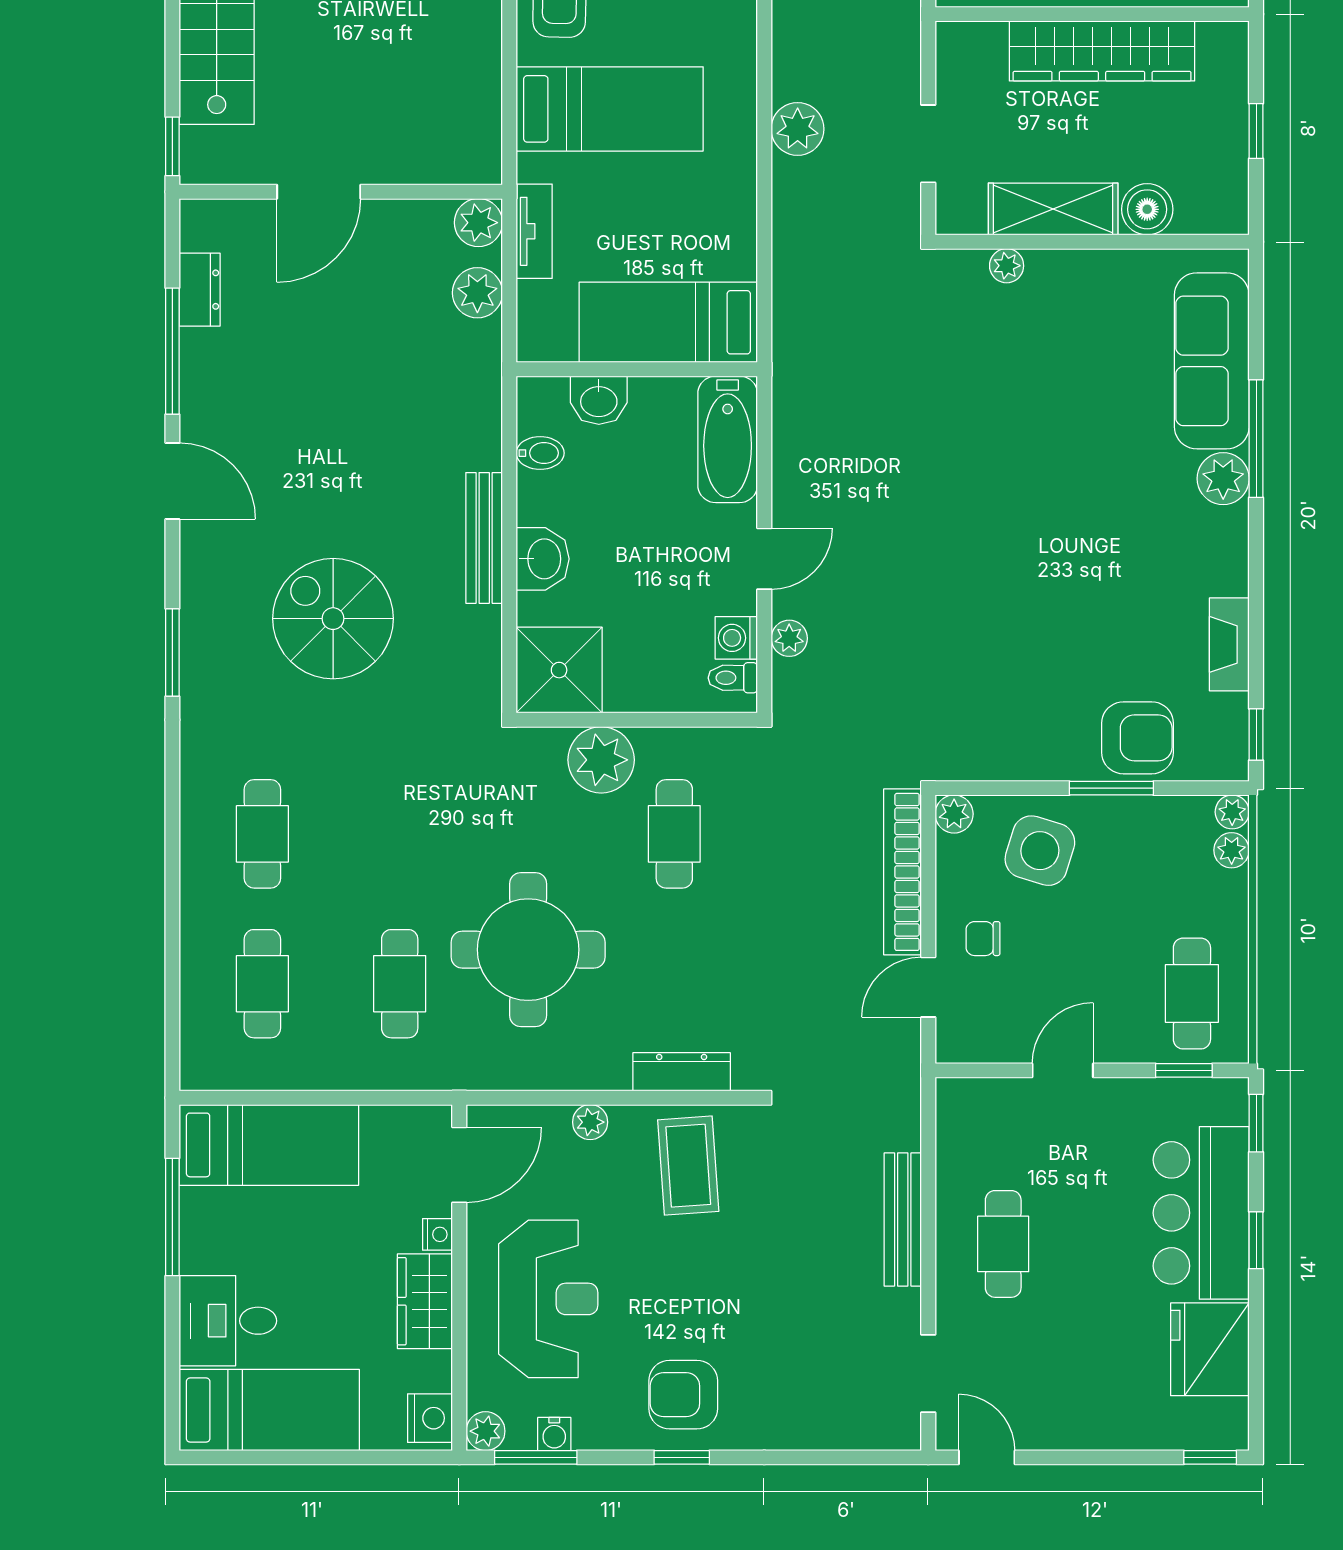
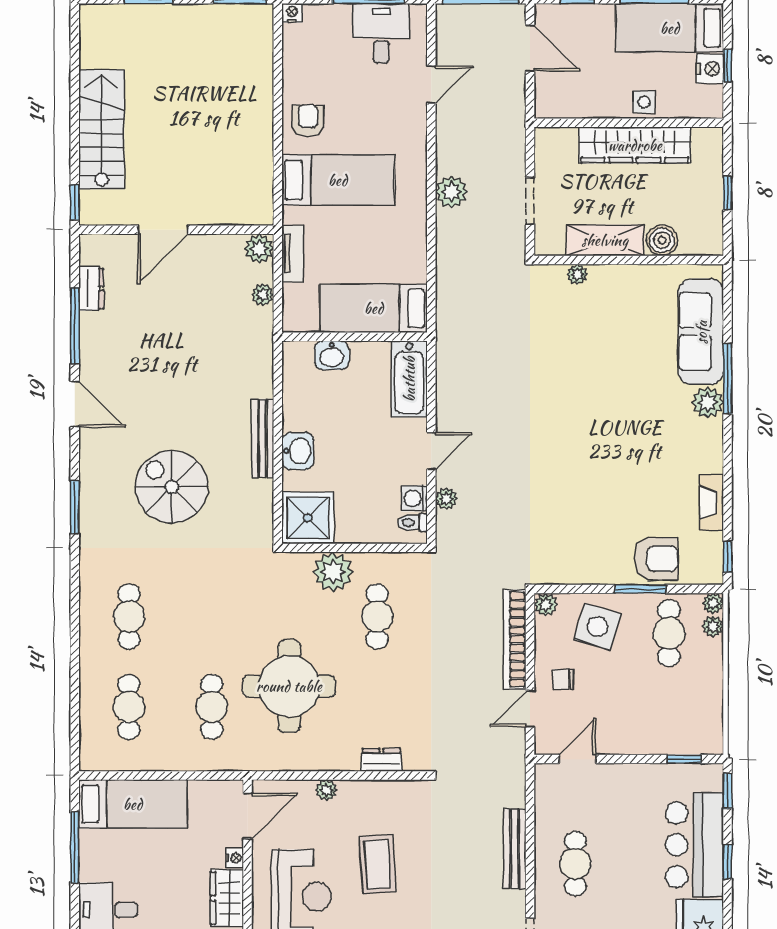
plant: (477, 293) -> (263, 295), width x0.73, depth x0.73
bidet: (540, 453) -> (296, 387), removed
cafe table: (1192, 994) -> (669, 633), moved
door: (1063, 1070) -> (577, 759), moved
dresser: (682, 1072) -> (382, 760), width x0.70
coffee table: (688, 1166) -> (378, 864), moved

